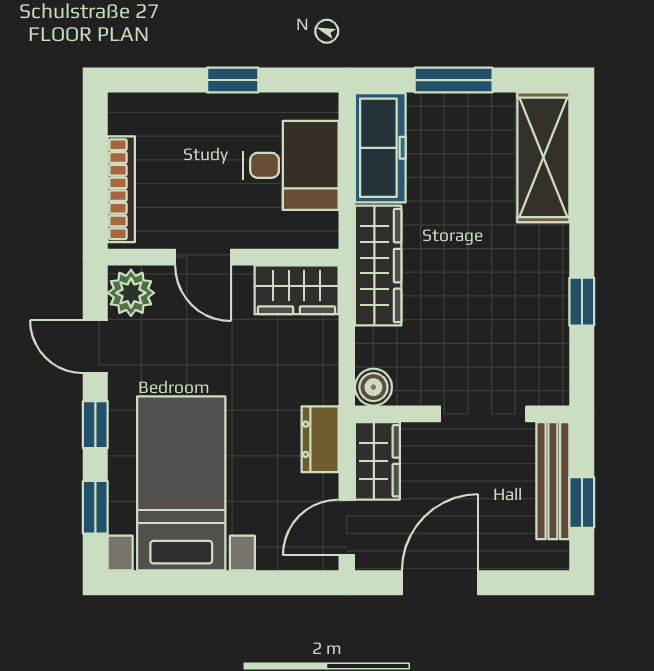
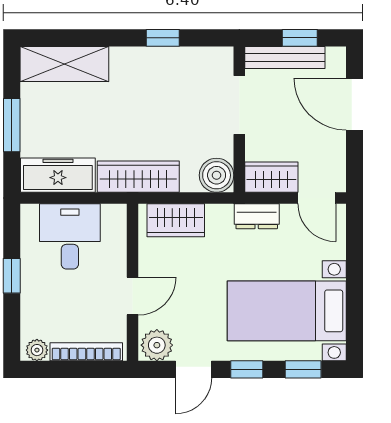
plant: (124, 117) -> (37, 350), added
wardrobe: (297, 290) -> (176, 220), moved, turned 90
boiler: (373, 387) -> (217, 175), width x1.36, depth x1.36
door: (440, 583) -> (355, 104), moved

